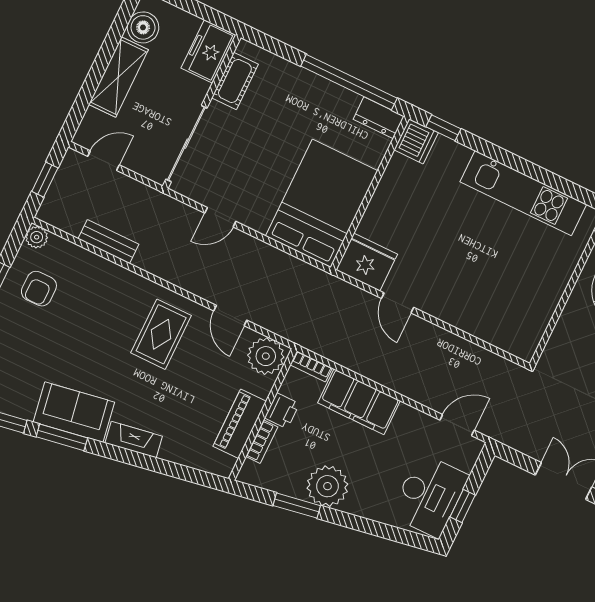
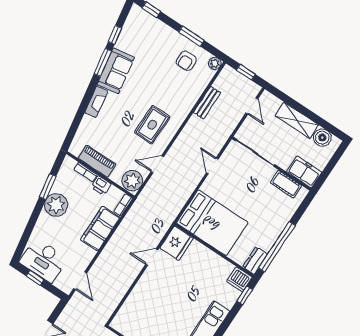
armchair: (39, 289) -> (186, 61), turned -90
rug: (161, 334) -> (152, 125), turned 90

